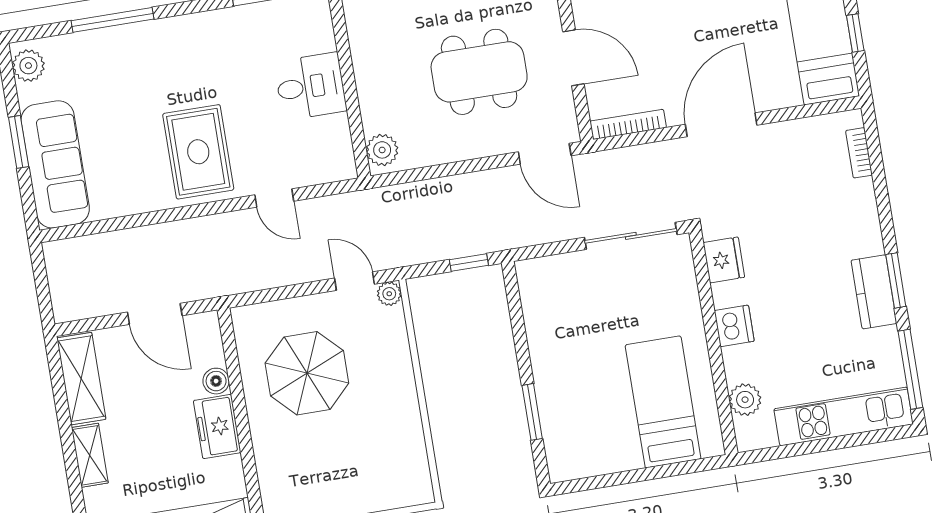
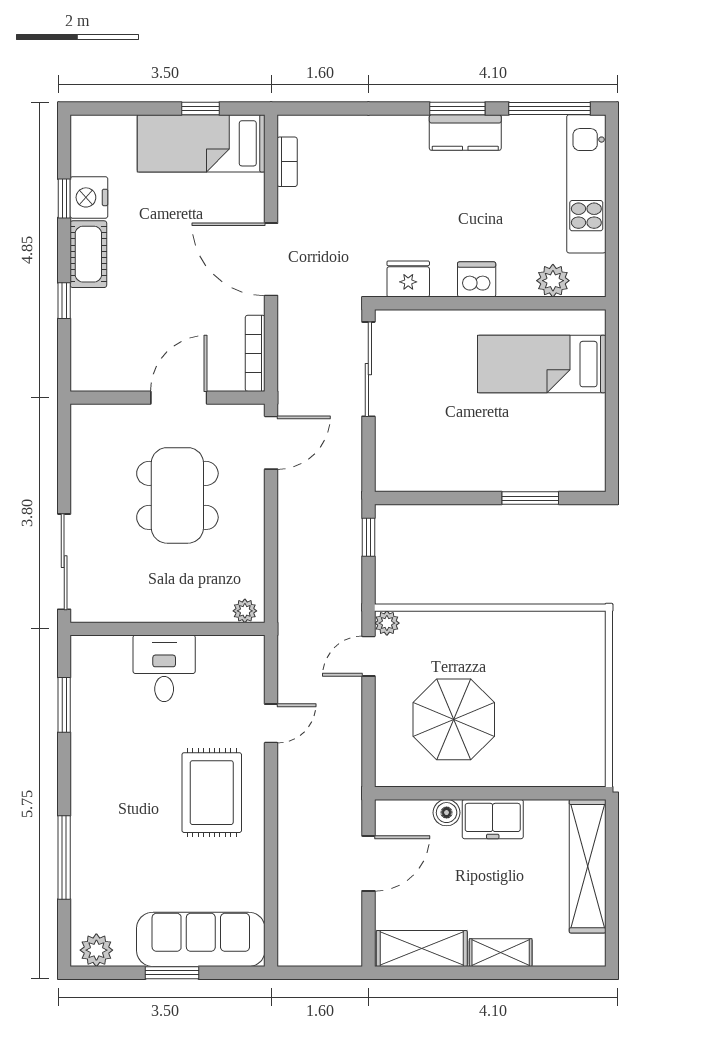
plant: (382, 150) -> (245, 611), width x0.73, depth x0.73
rug: (198, 152) -> (212, 793), turned 90
bookcase: (859, 153) -> (287, 162), moved, turned -90

